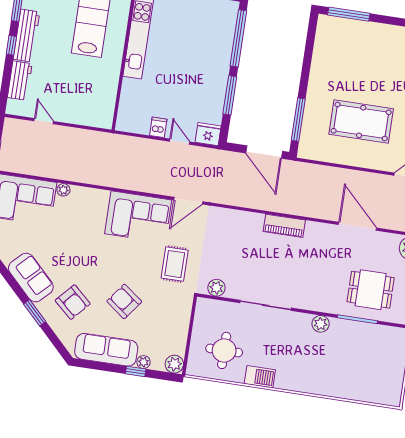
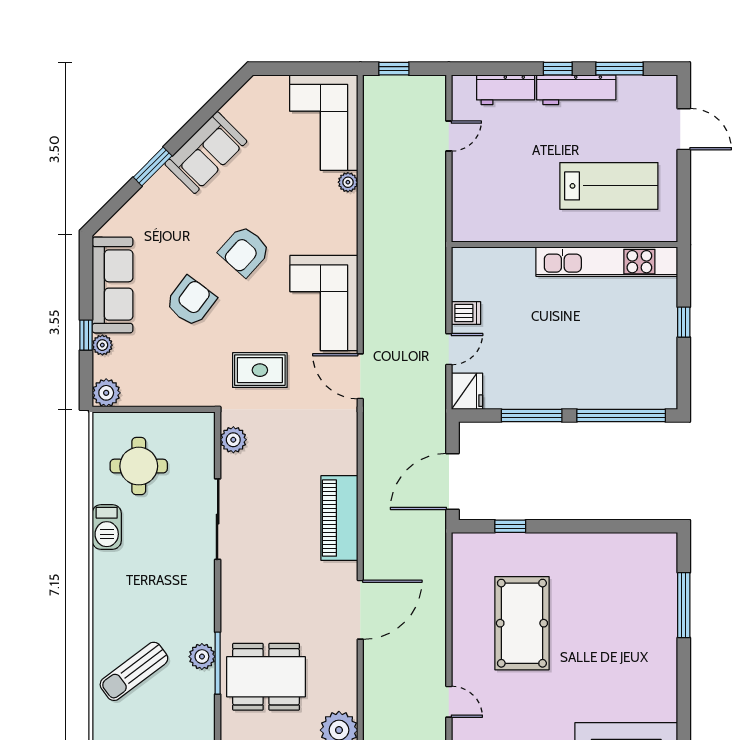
window: (349, 14) -> (684, 605), moved
window: (298, 120) -> (510, 526), width x0.46
piano: (284, 226) -> (339, 518), width x1.37, depth x1.33
door: (357, 226) -> (360, 610), moved
dining table: (371, 290) -> (266, 677), width x1.38
armchair: (73, 302) -> (244, 251), moved
plant: (321, 324) -> (202, 657), moved
sun lounger: (354, 373) -> (134, 671), added

